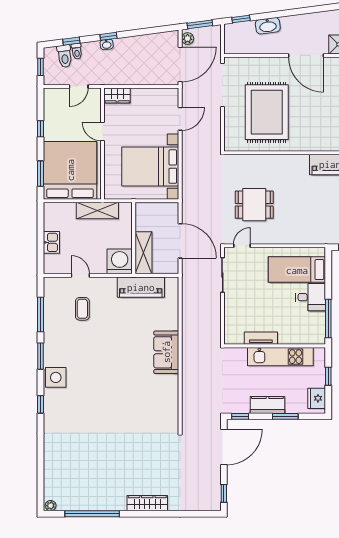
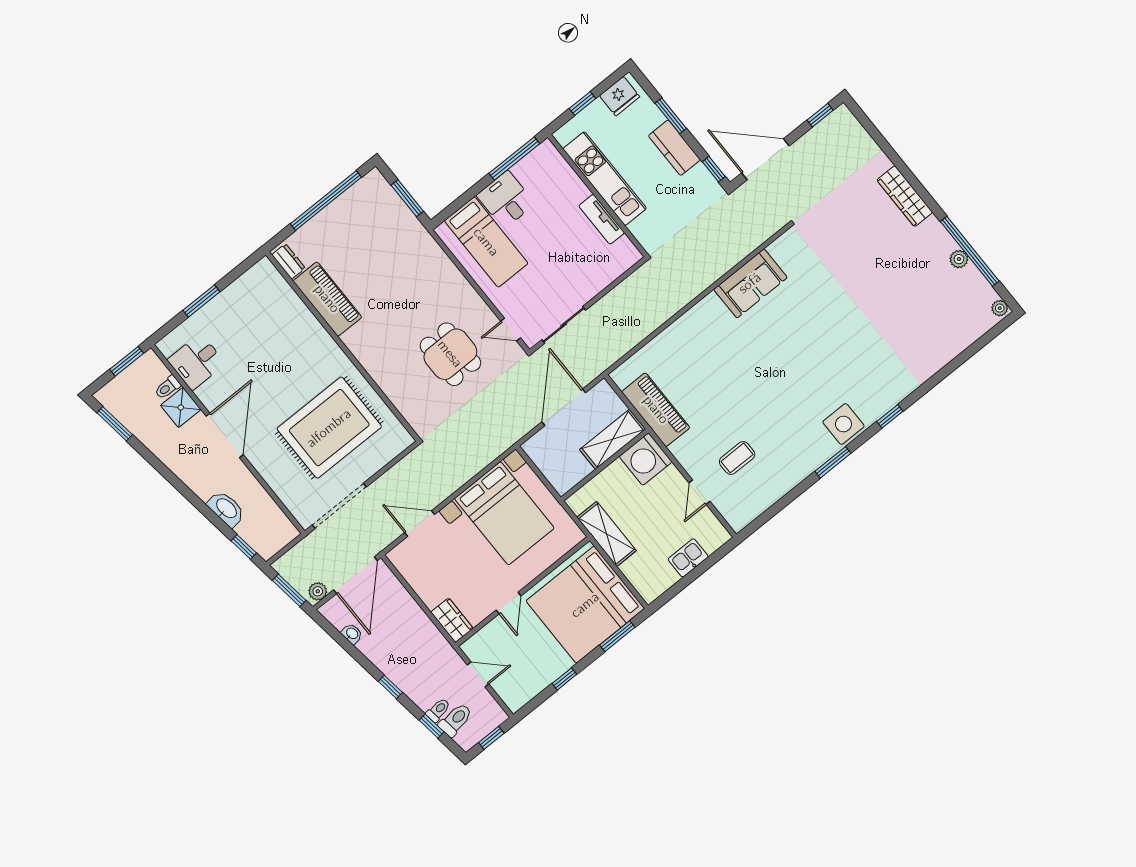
washbasin: (107, 44) -> (352, 634), moved
door: (180, 64) -> (355, 575), swing flipped
window: (41, 314) -> (784, 502), removed
sofa: (166, 352) -> (750, 283), moved
plant: (93, 505) -> (959, 259), added

